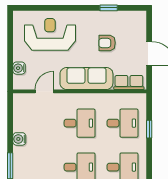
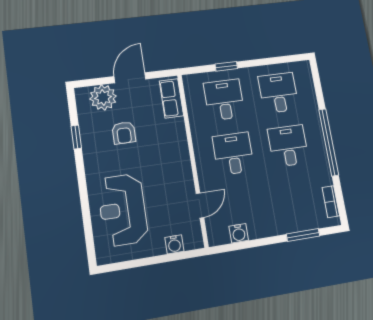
plant: (136, 31) -> (103, 97), added
sofa: (86, 78) -> (175, 153), removed
door: (44, 91) -> (200, 205), swing flipped
water cooler: (19, 139) -> (239, 233), moved

